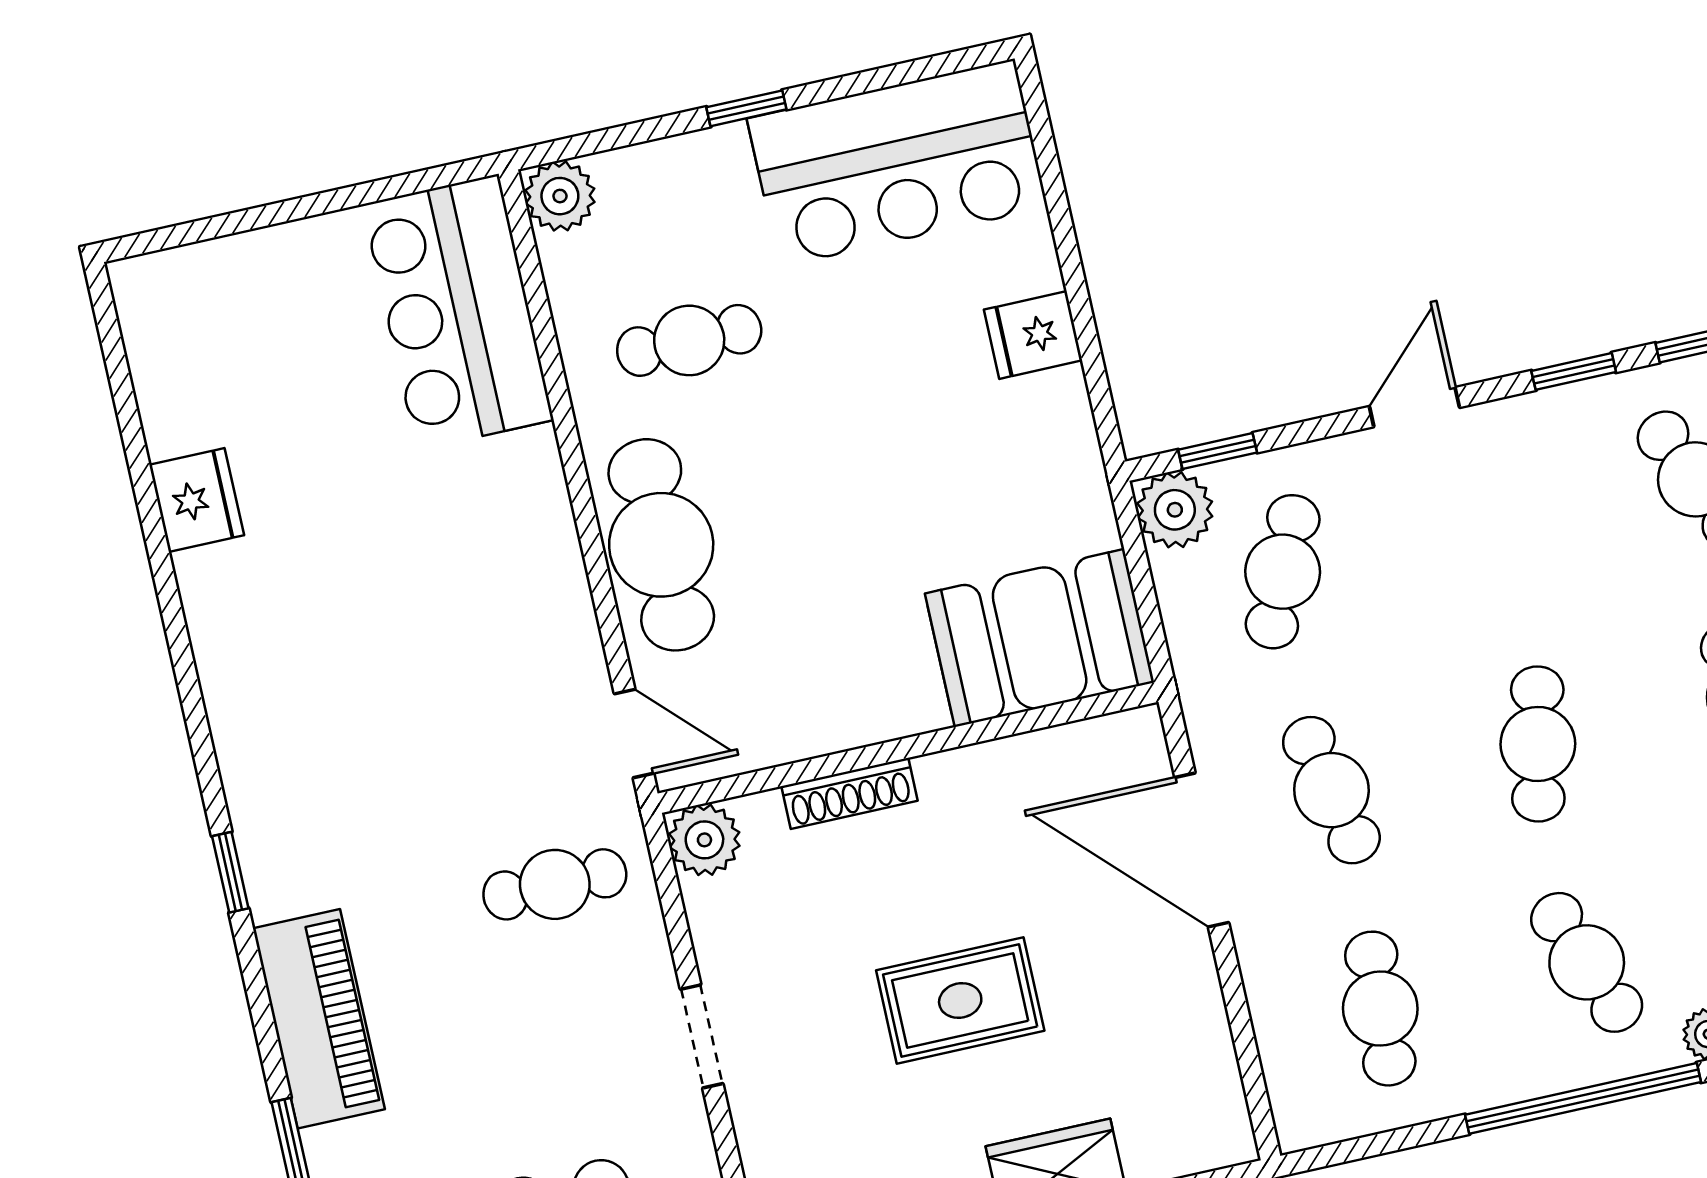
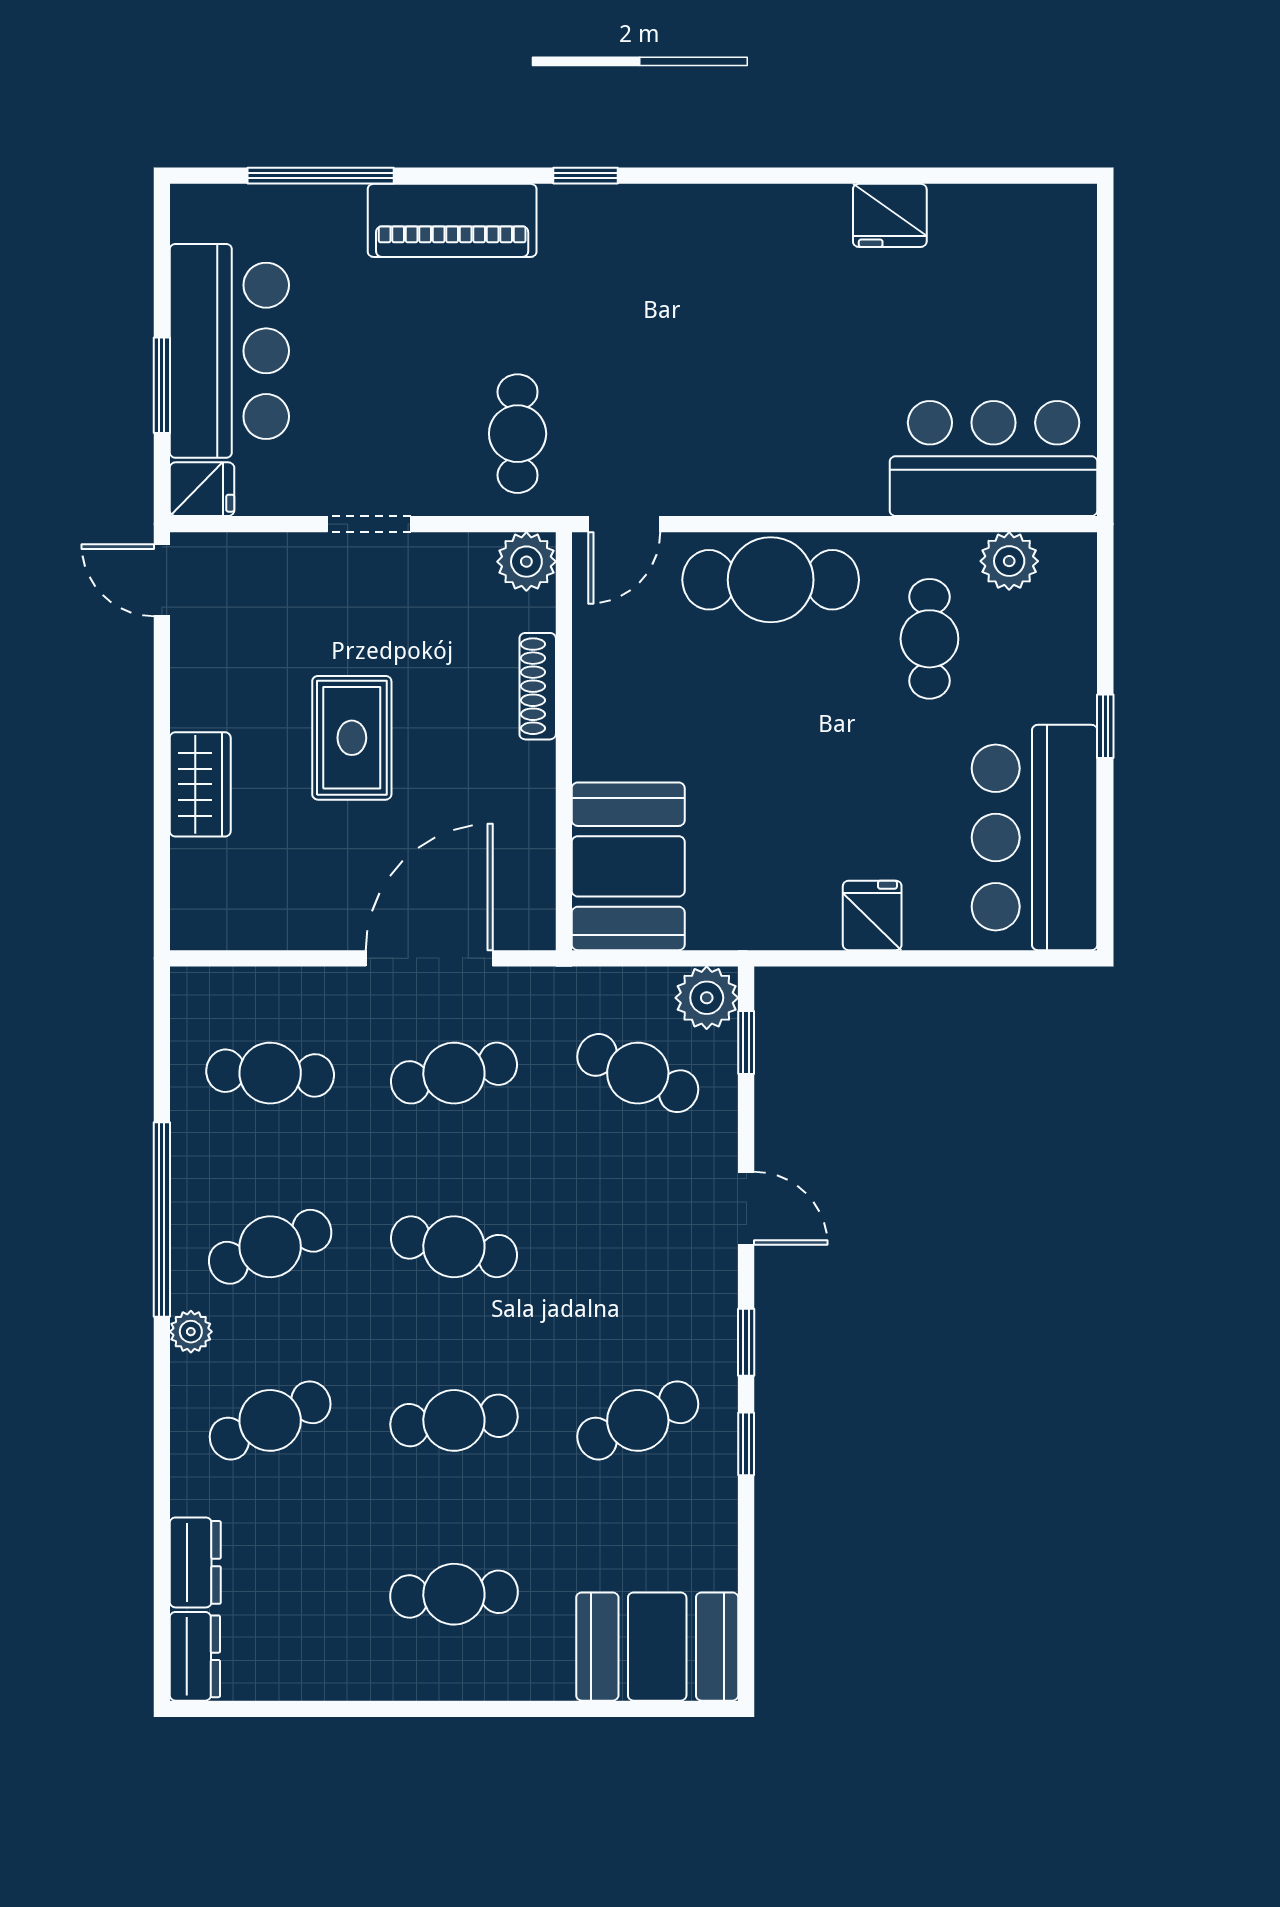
plant: (560, 196) -> (1009, 561), moved

